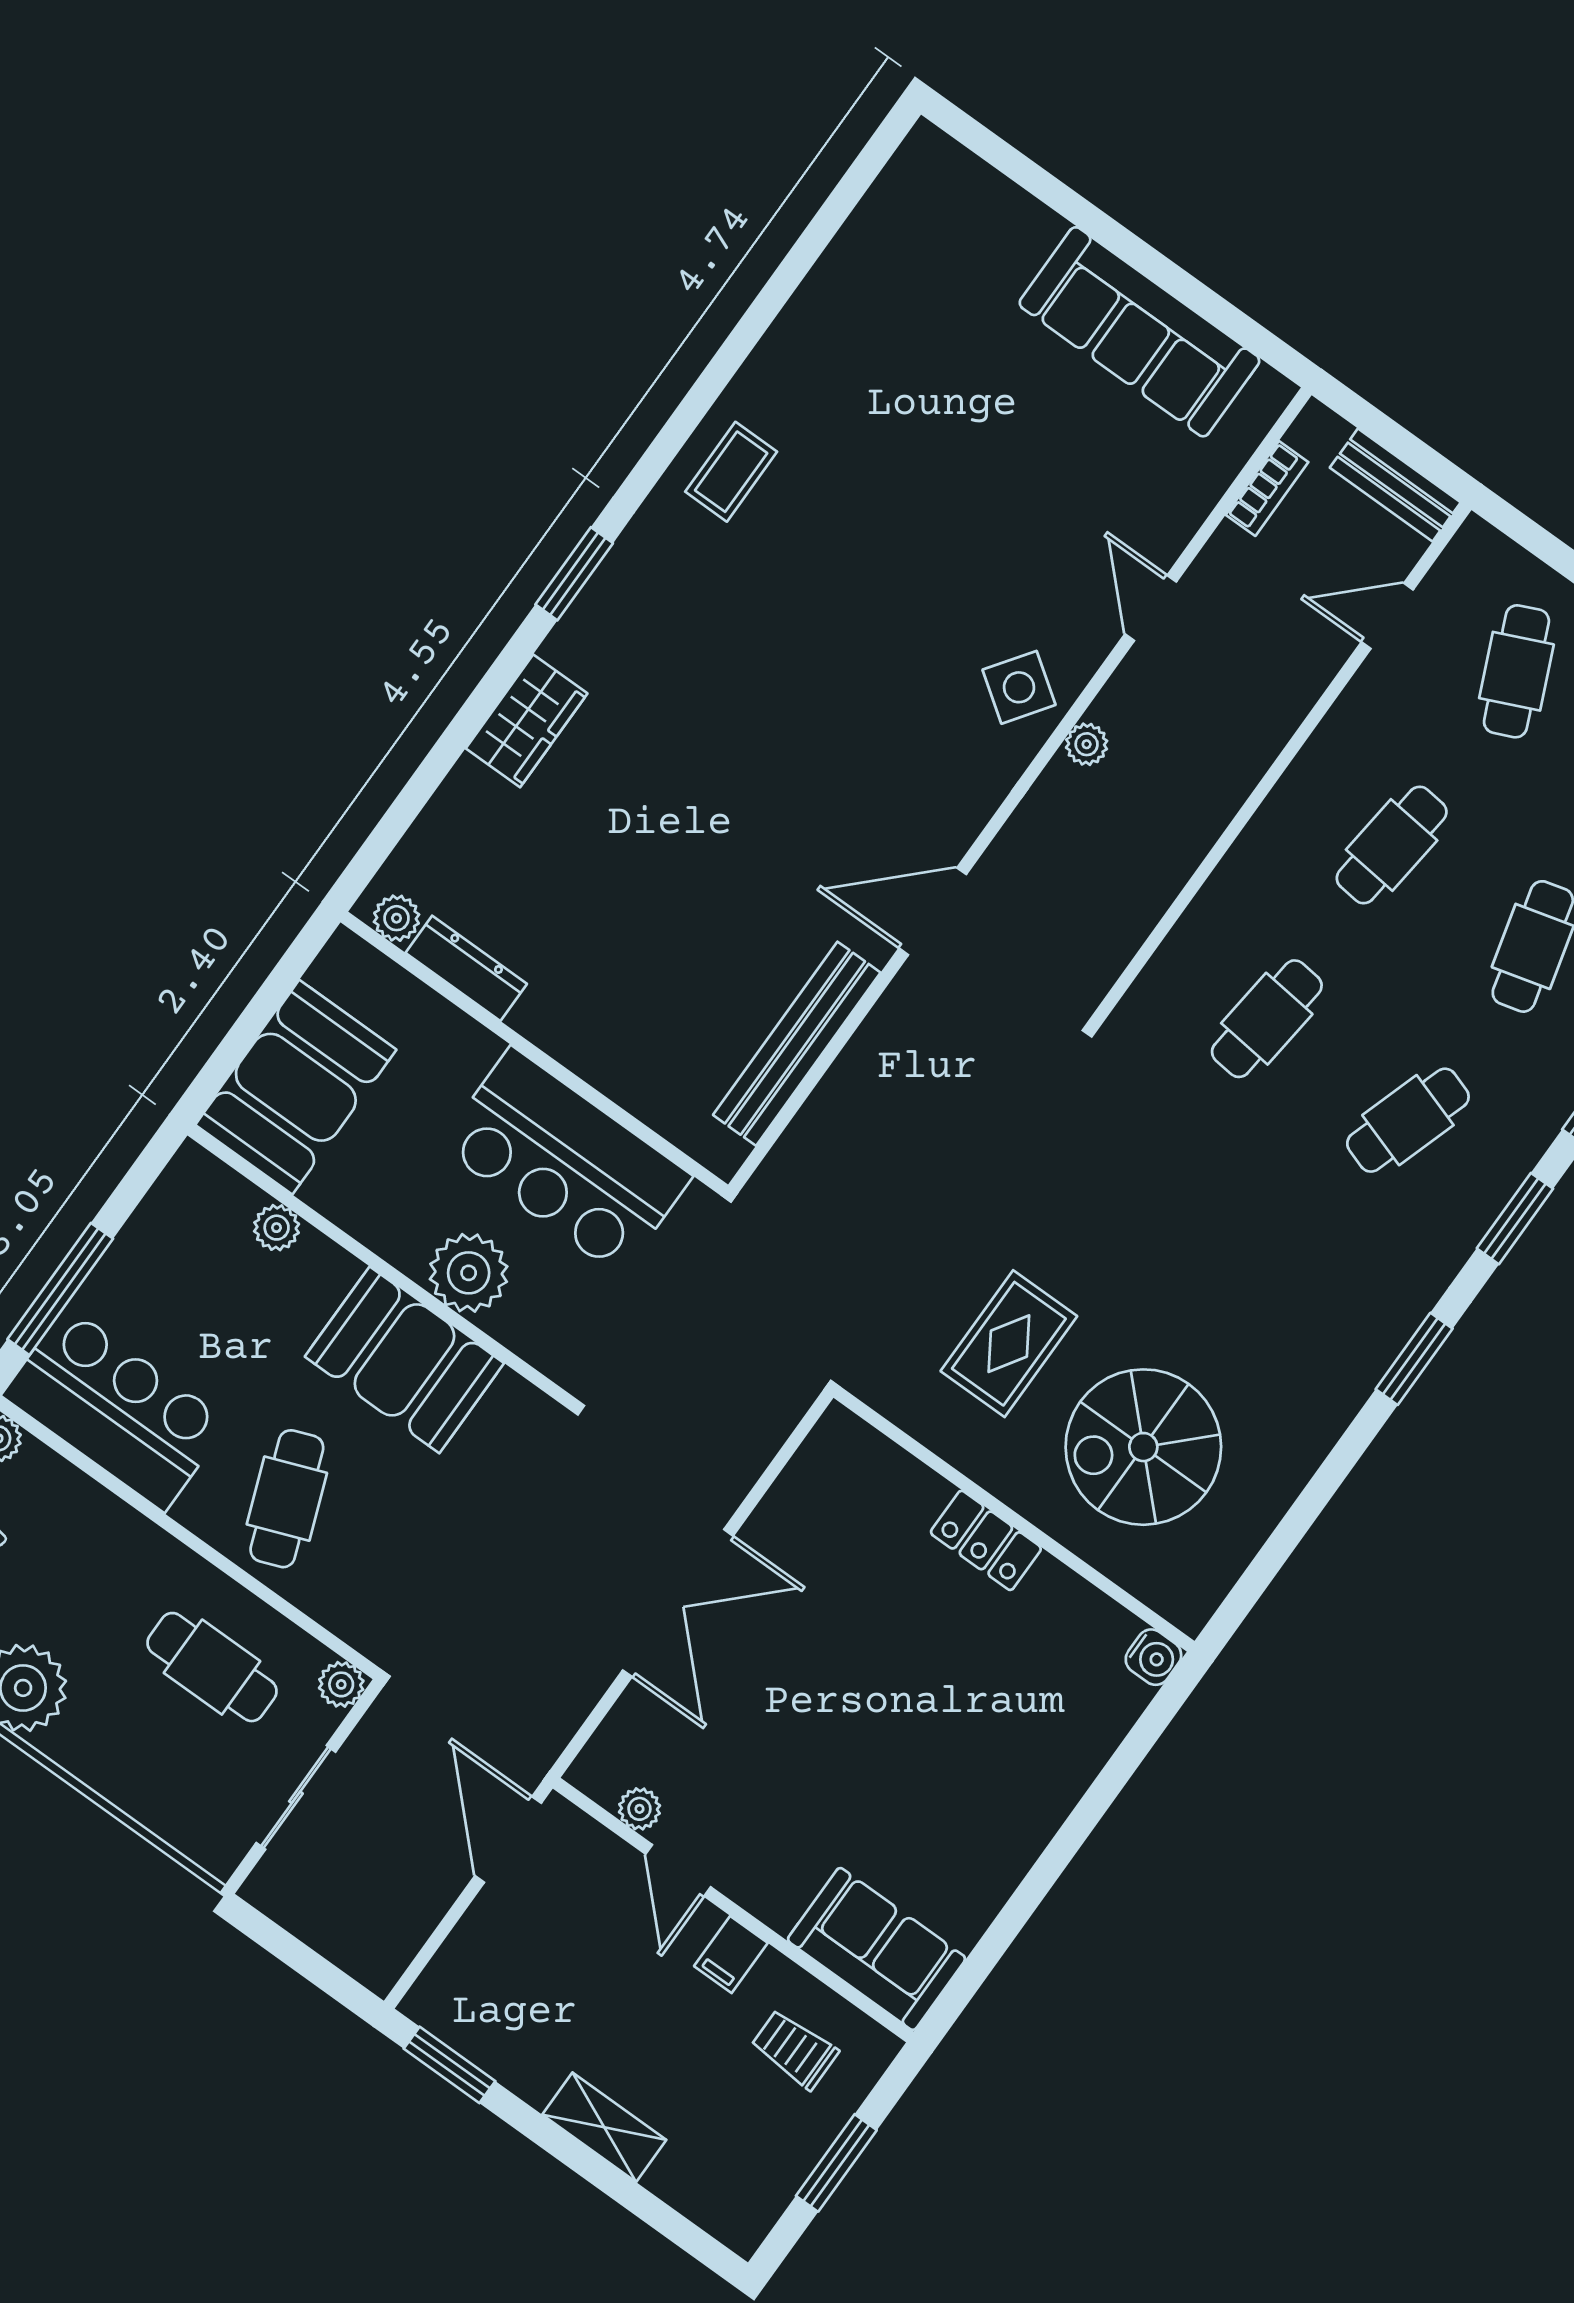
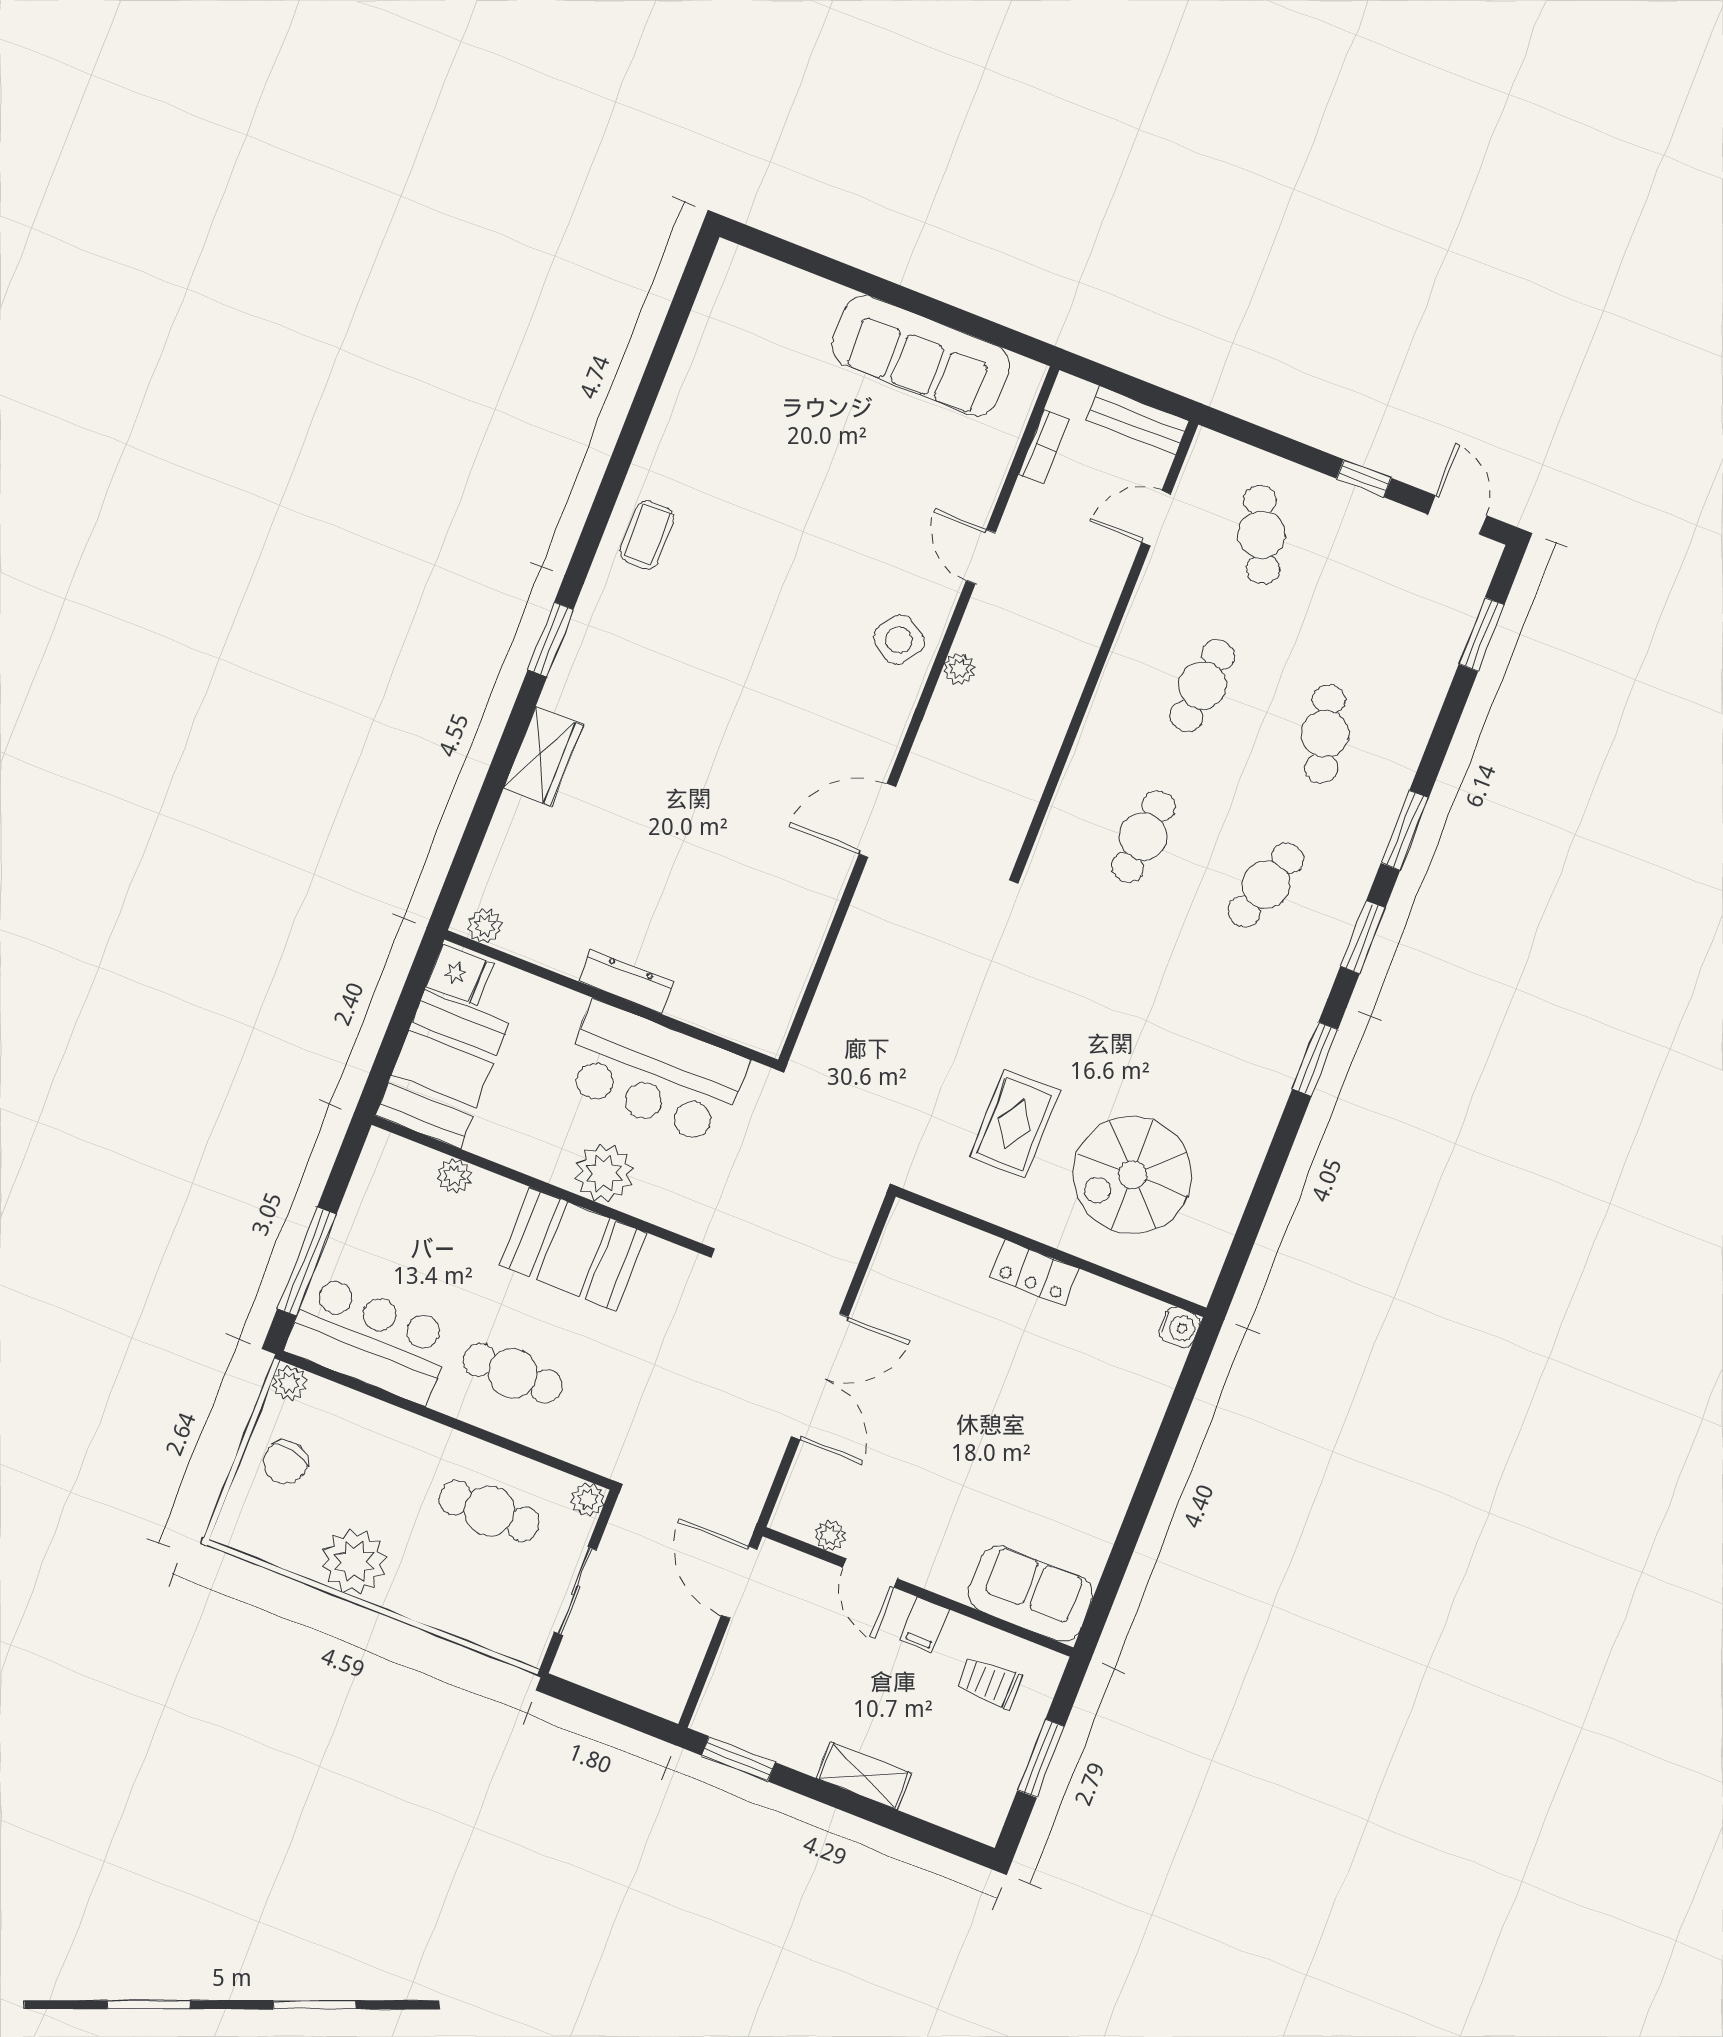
dresser: (466, 968) -> (626, 981), moved
fridge: (349, 973) -> (460, 975), added
bench: (797, 1044) -> (802, 943), removed
cafe table: (287, 1499) -> (513, 1373), turned -69

